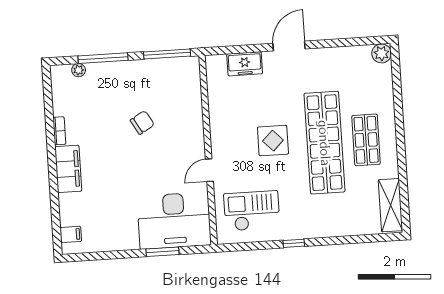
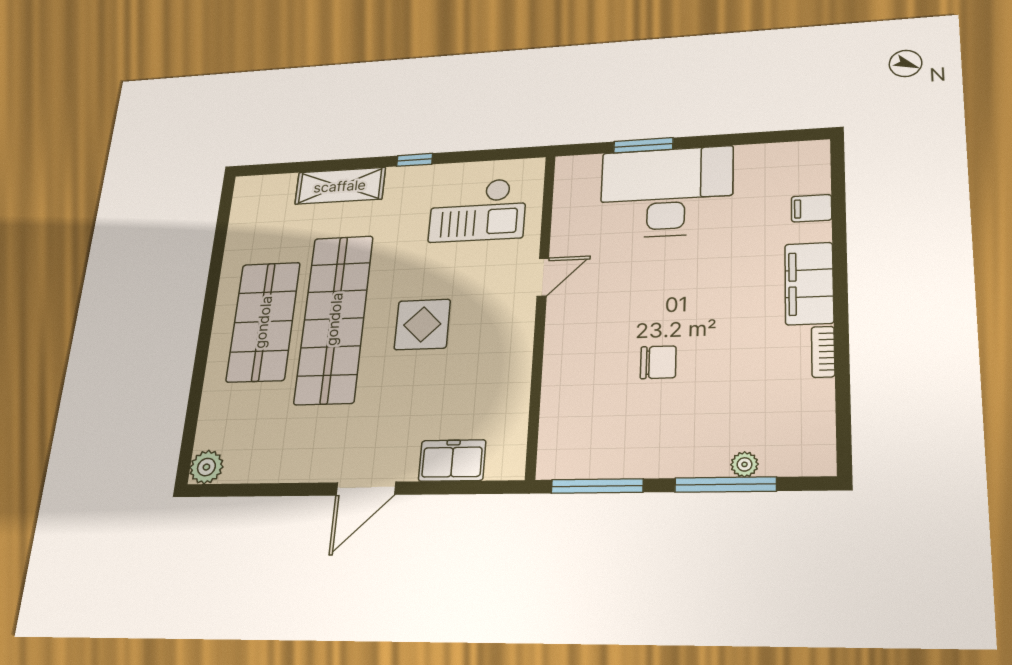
plant: (79, 70) -> (744, 464), moved
chair: (142, 122) -> (658, 362), turned -150
shop shelf: (366, 140) -> (263, 322), width x1.43, depth x1.36
shelving: (390, 205) -> (340, 186), moved, turned 90
desk: (174, 221) -> (666, 192), moved
filing cabinet: (71, 234) -> (812, 208), moved

